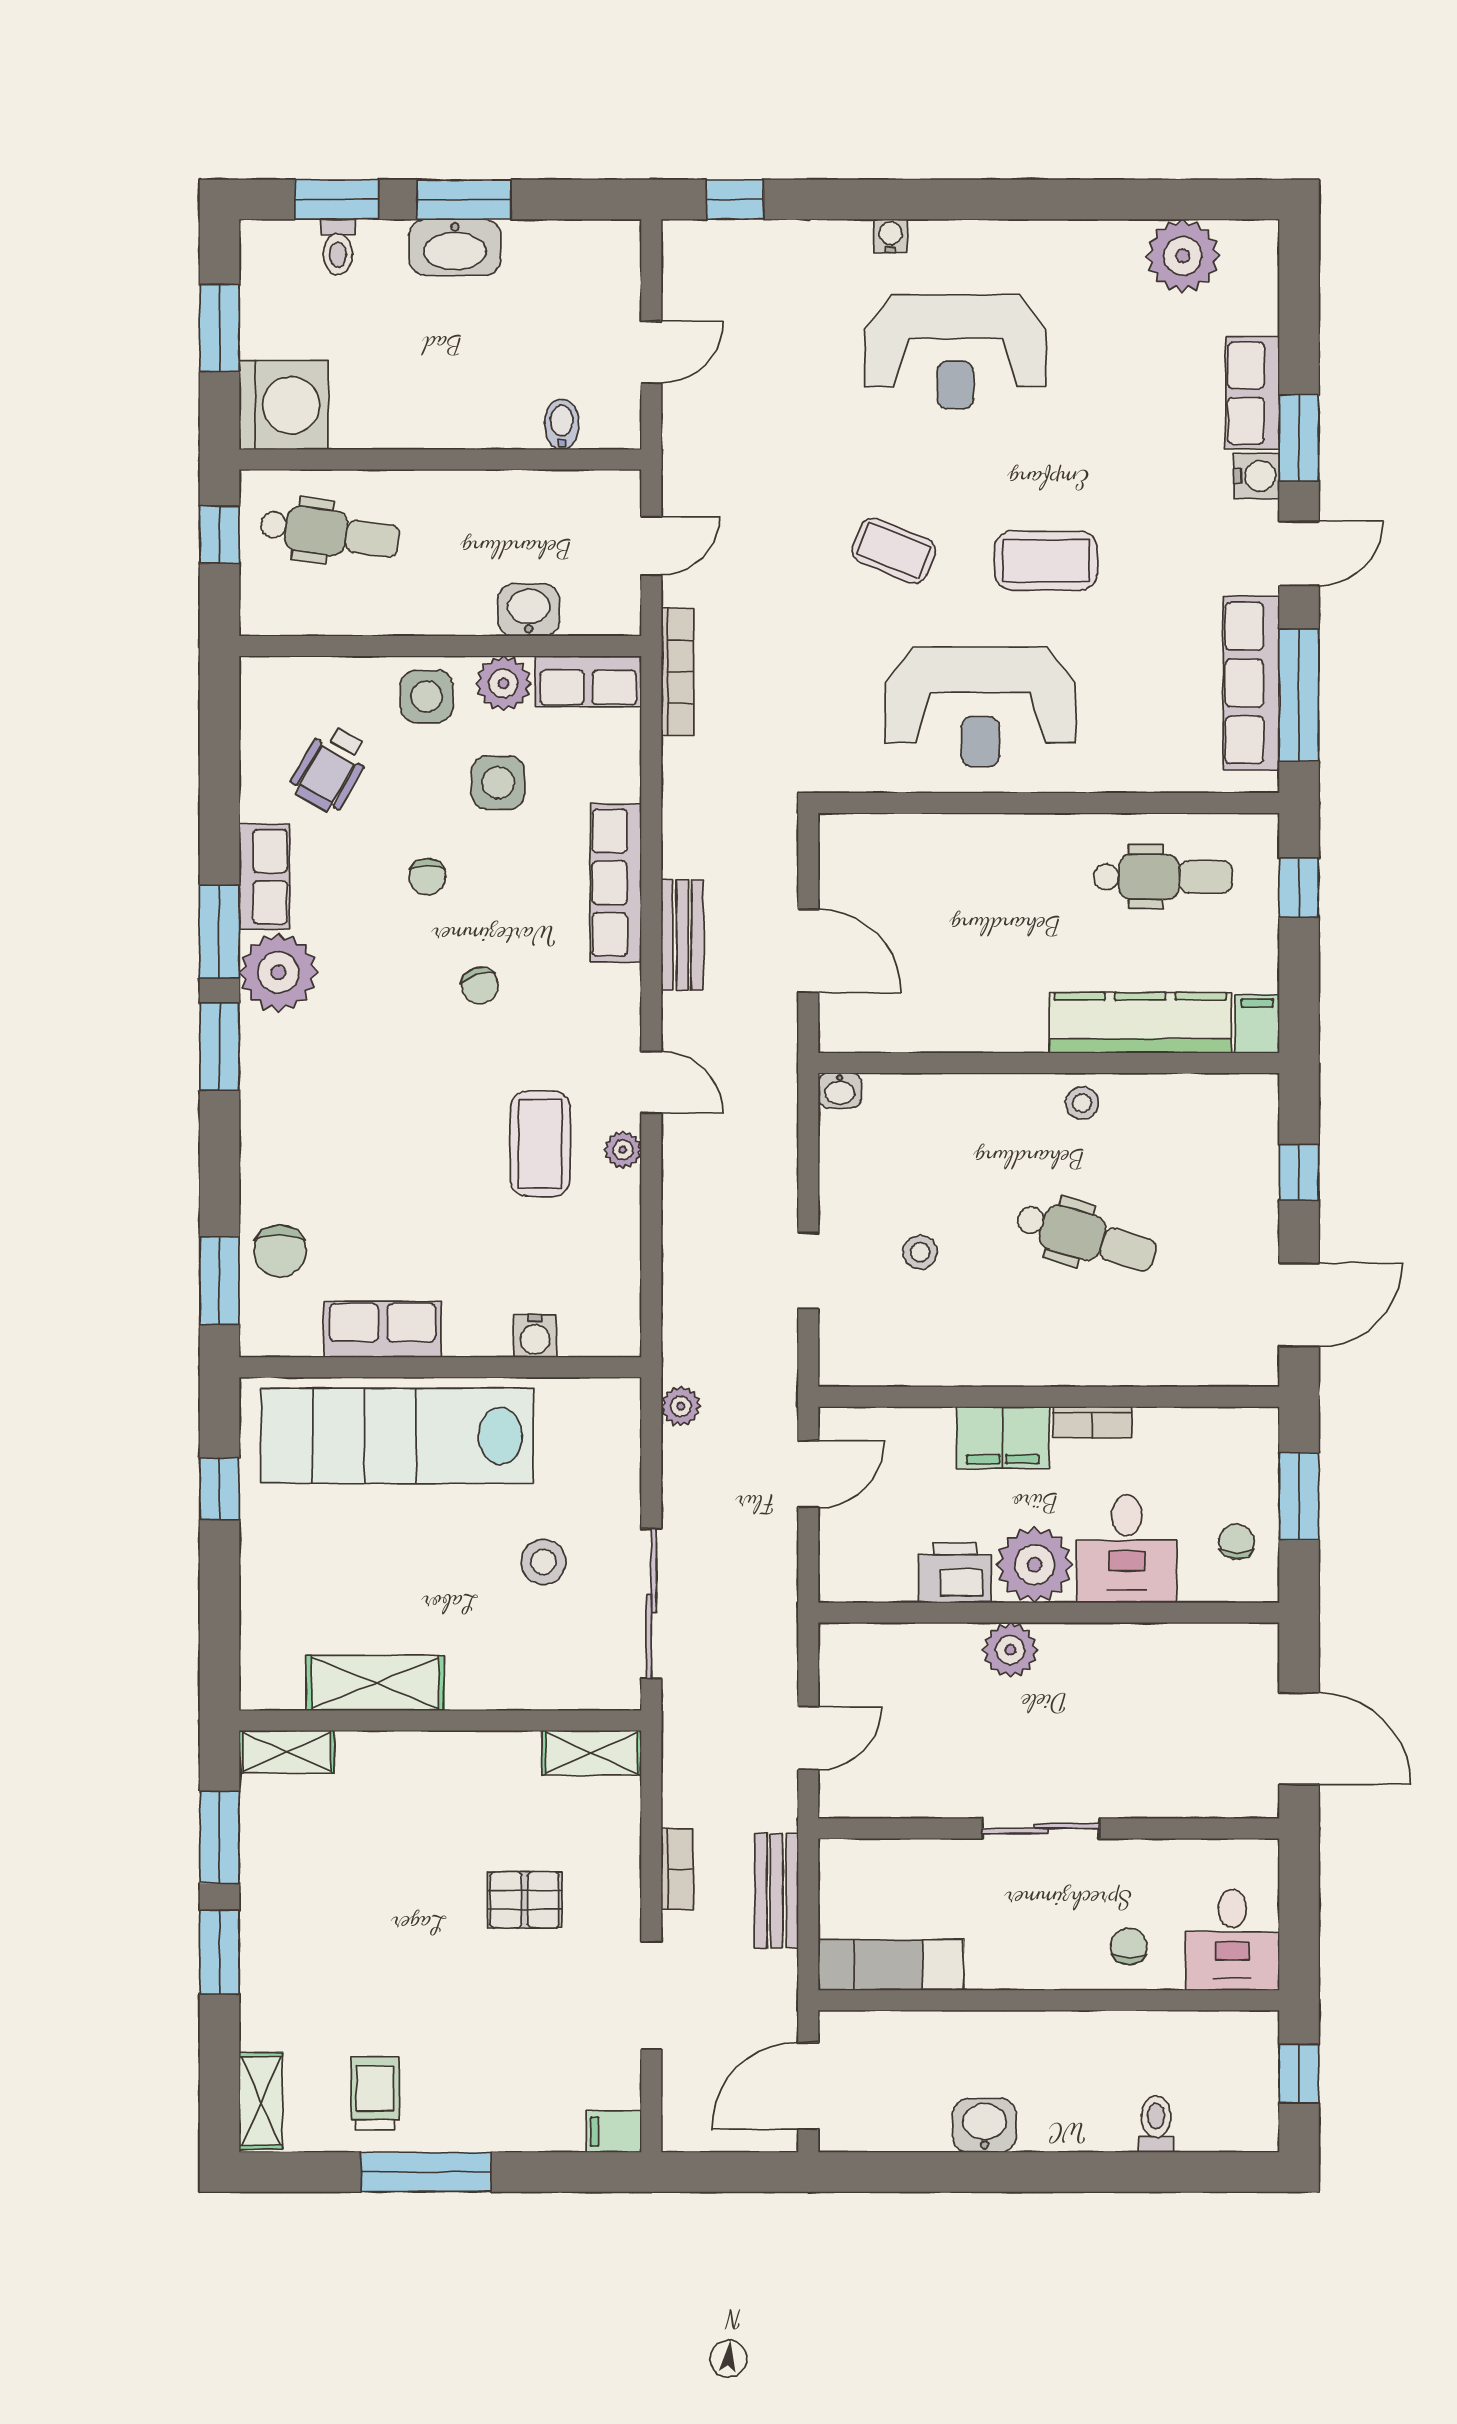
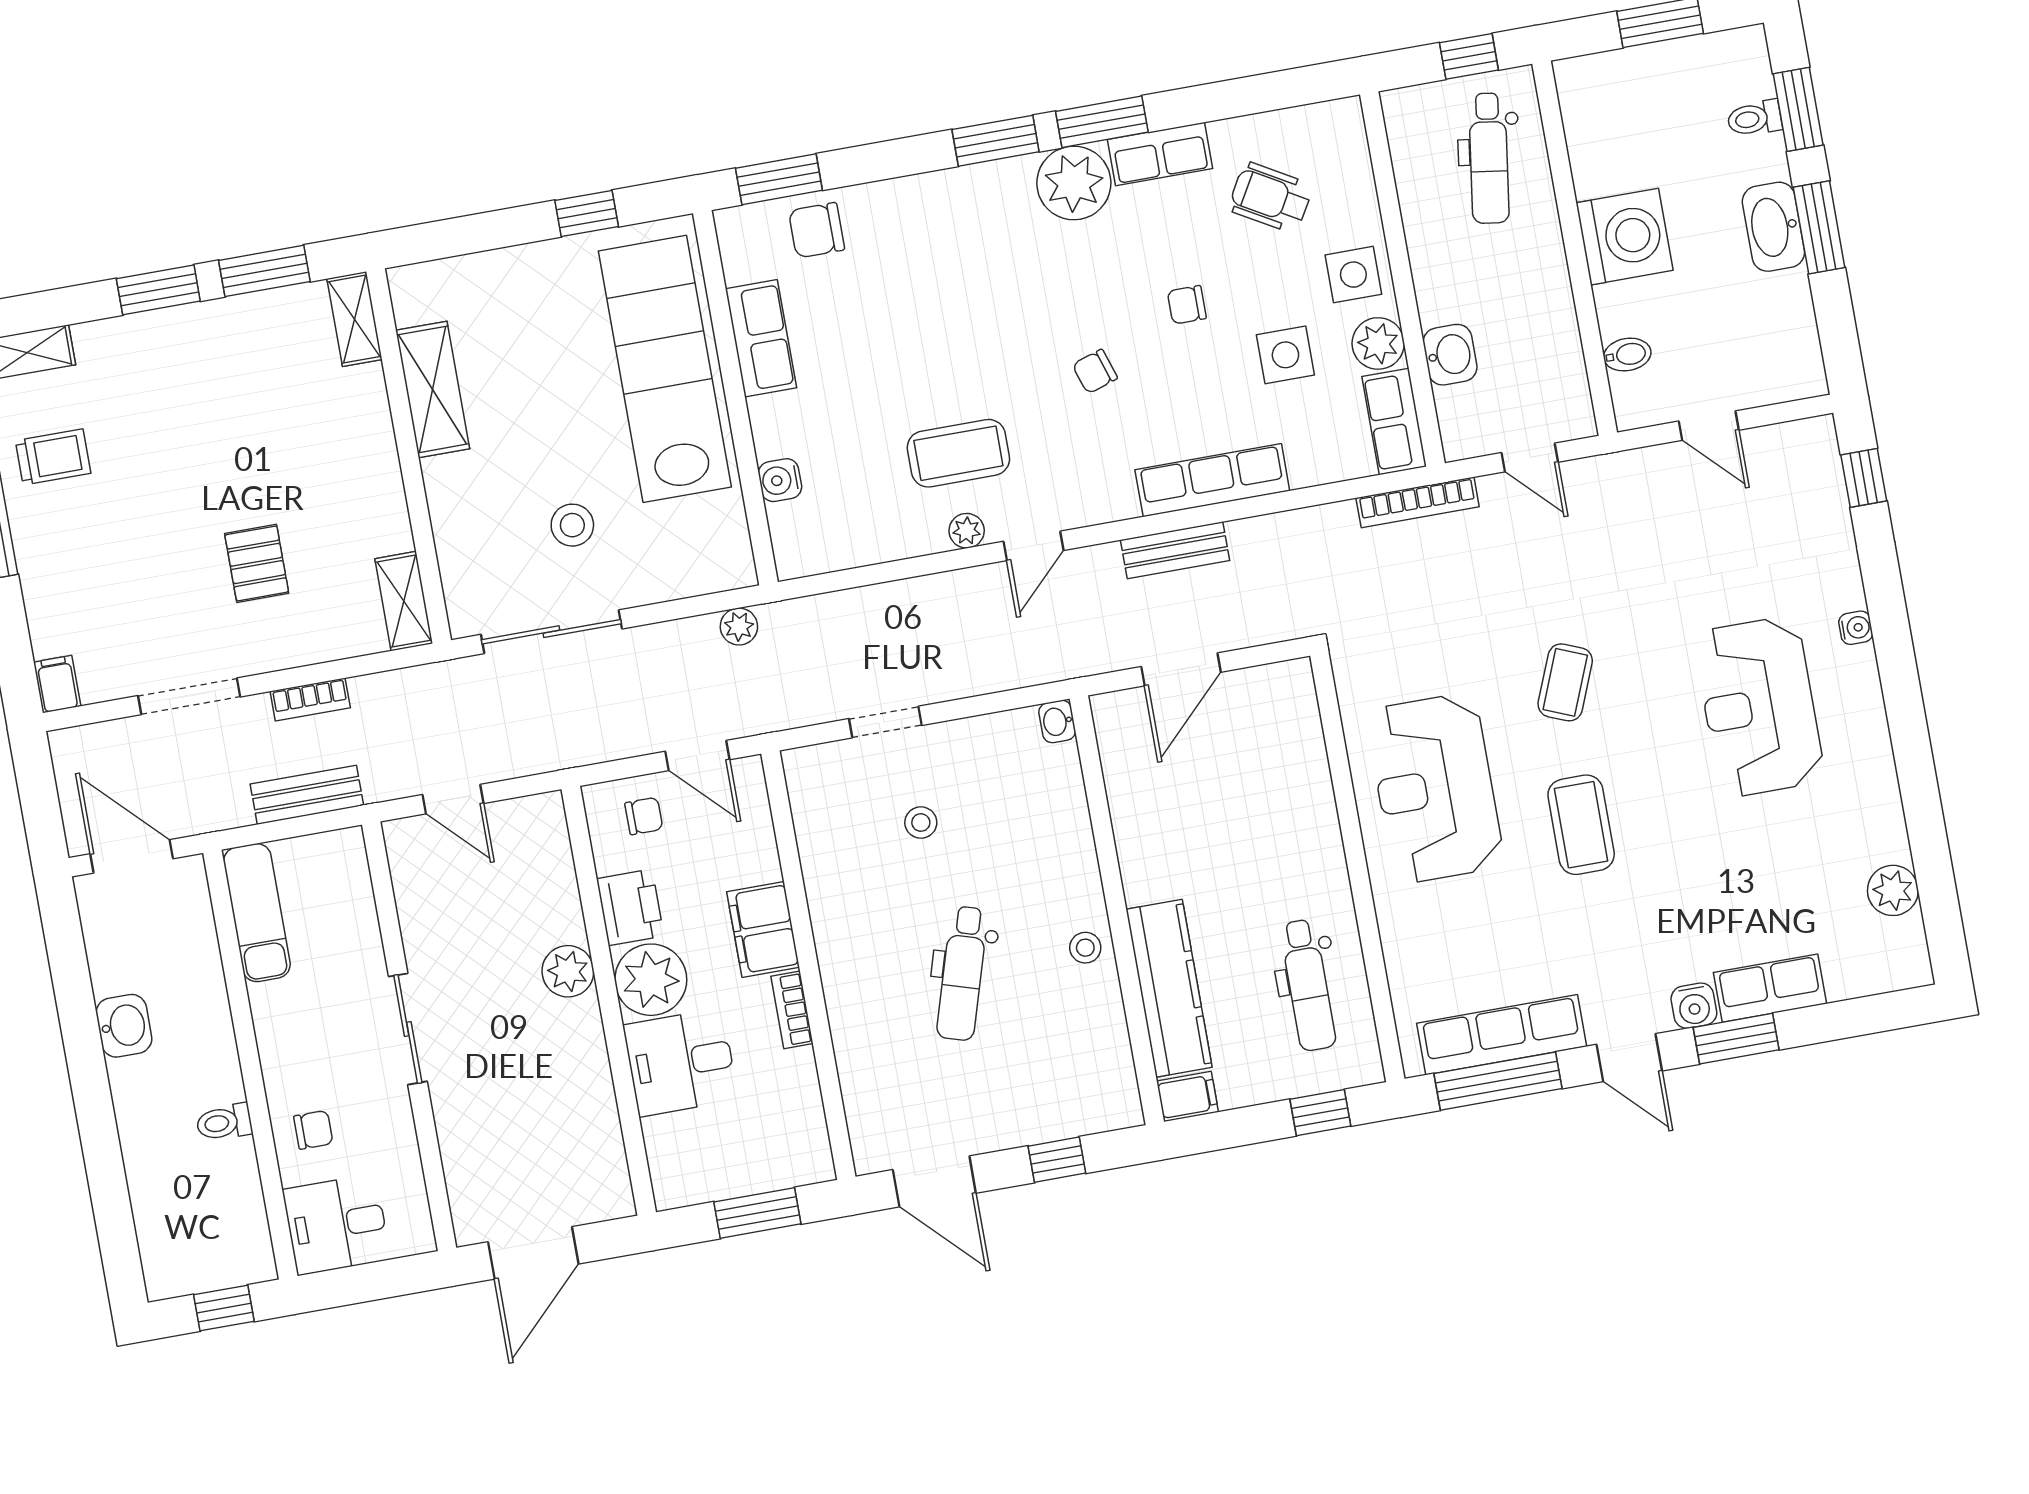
plant: (1183, 256) -> (1893, 890), width x0.73, depth x0.73
washing machine: (284, 405) -> (1625, 237), moved, turned -90
chair: (1237, 1542) -> (644, 816), moved
toilet: (1156, 2124) -> (224, 1122), moved, turned 180

